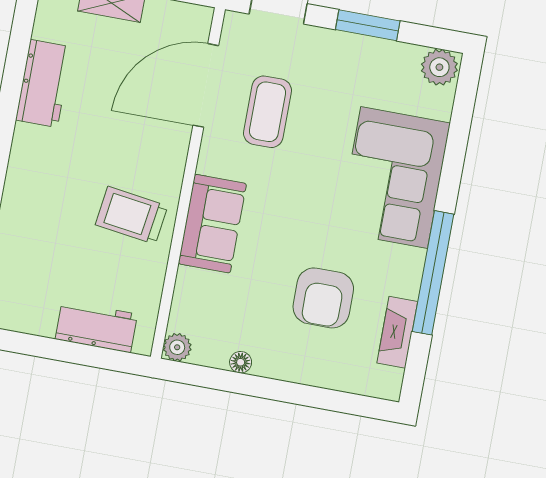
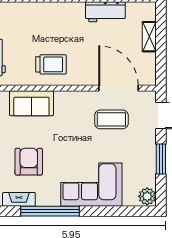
trolley: (131, 215) -> (51, 64), turned 82
sofa: (212, 224) -> (31, 103), moved
armchair: (323, 298) -> (29, 162), turned 90

